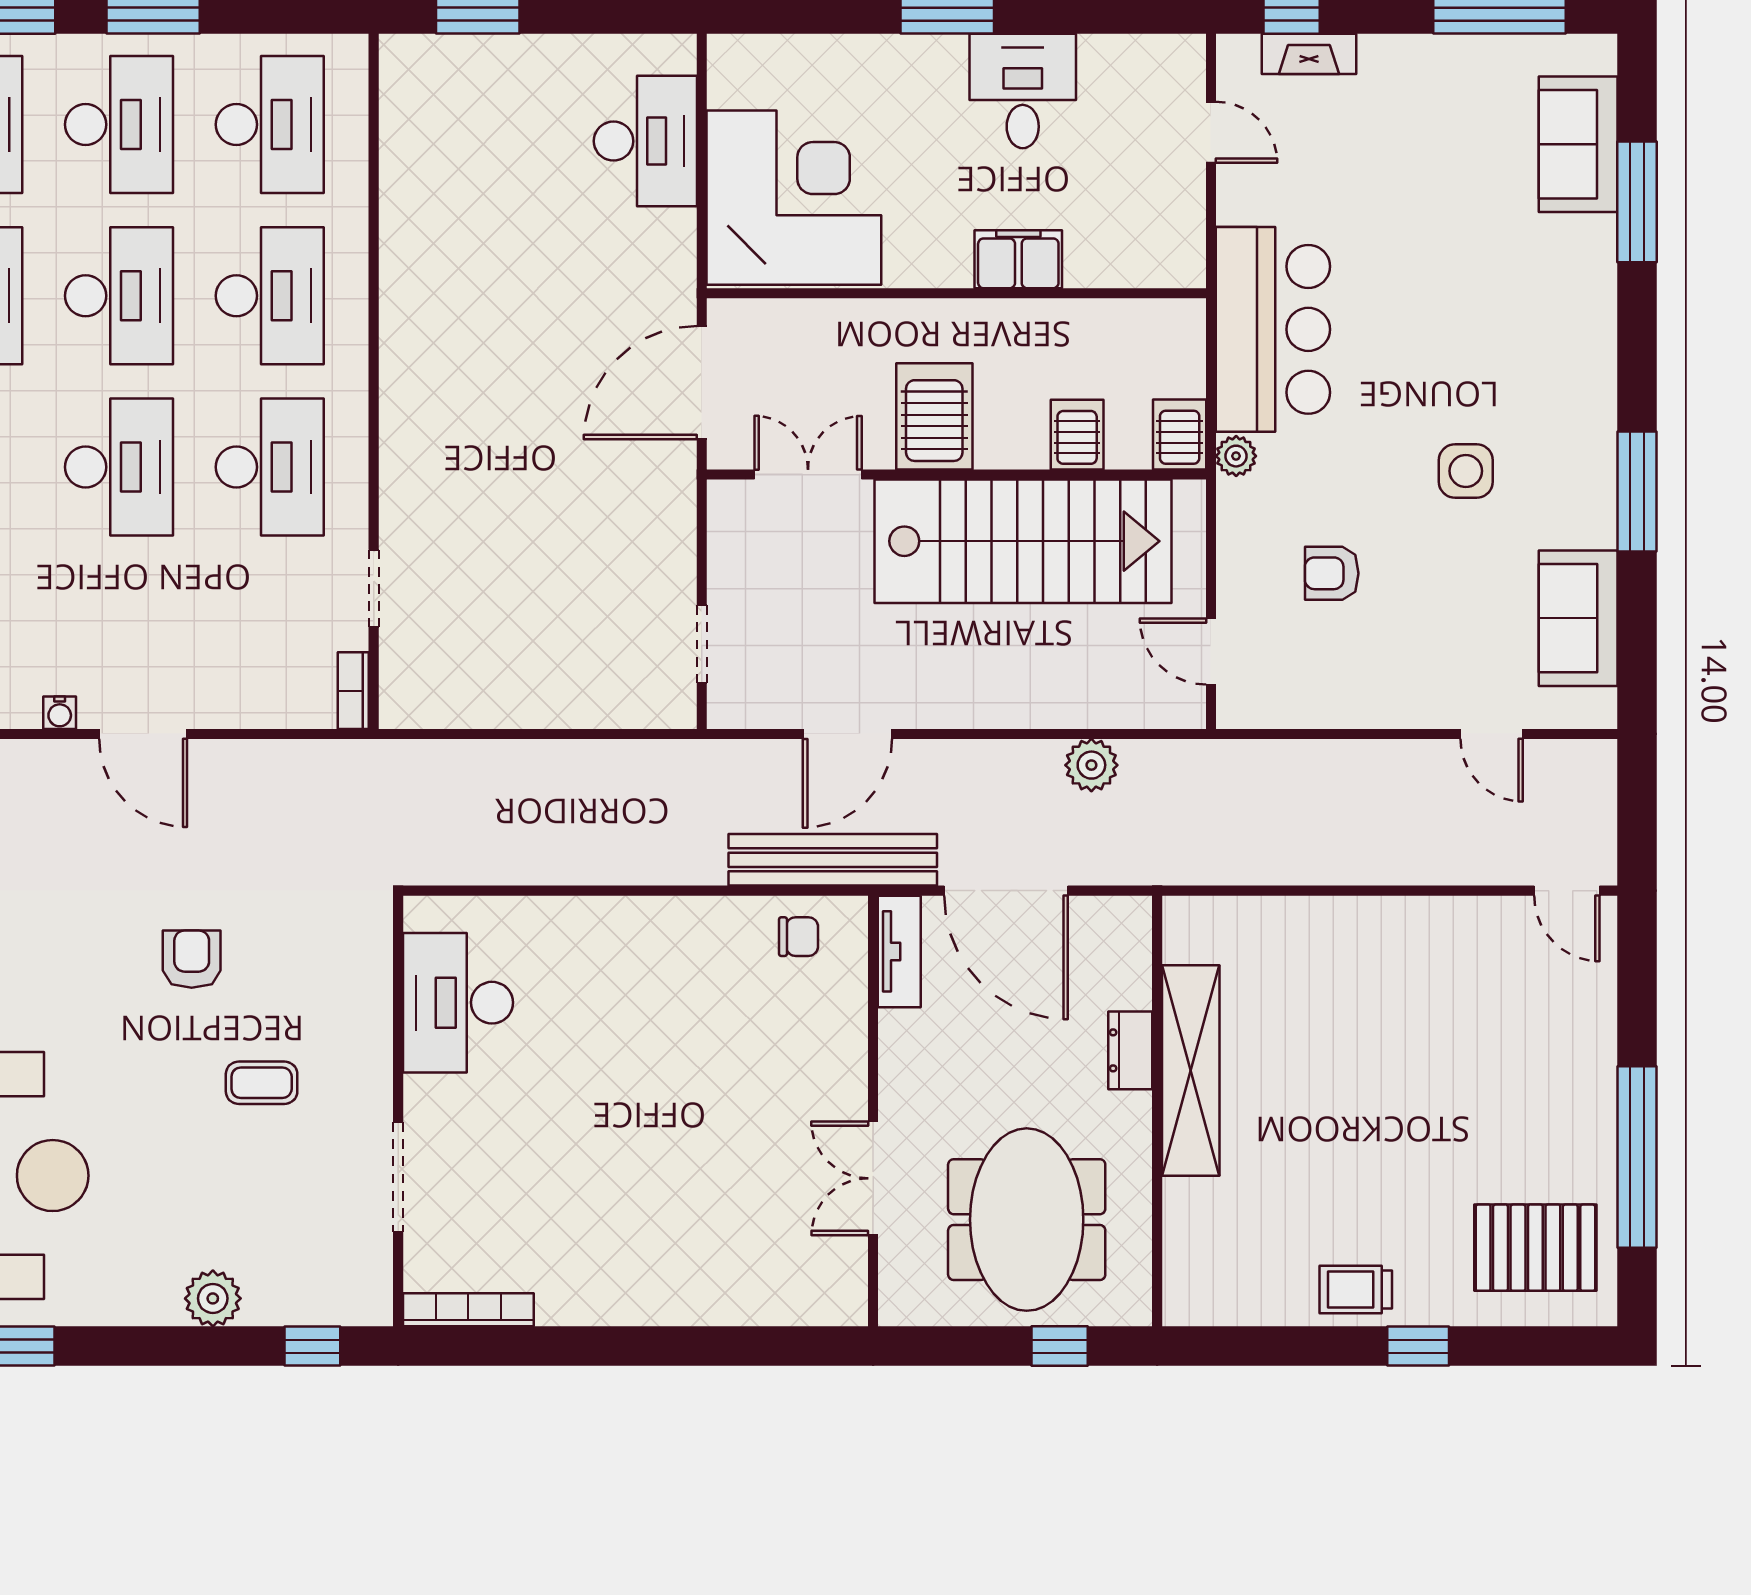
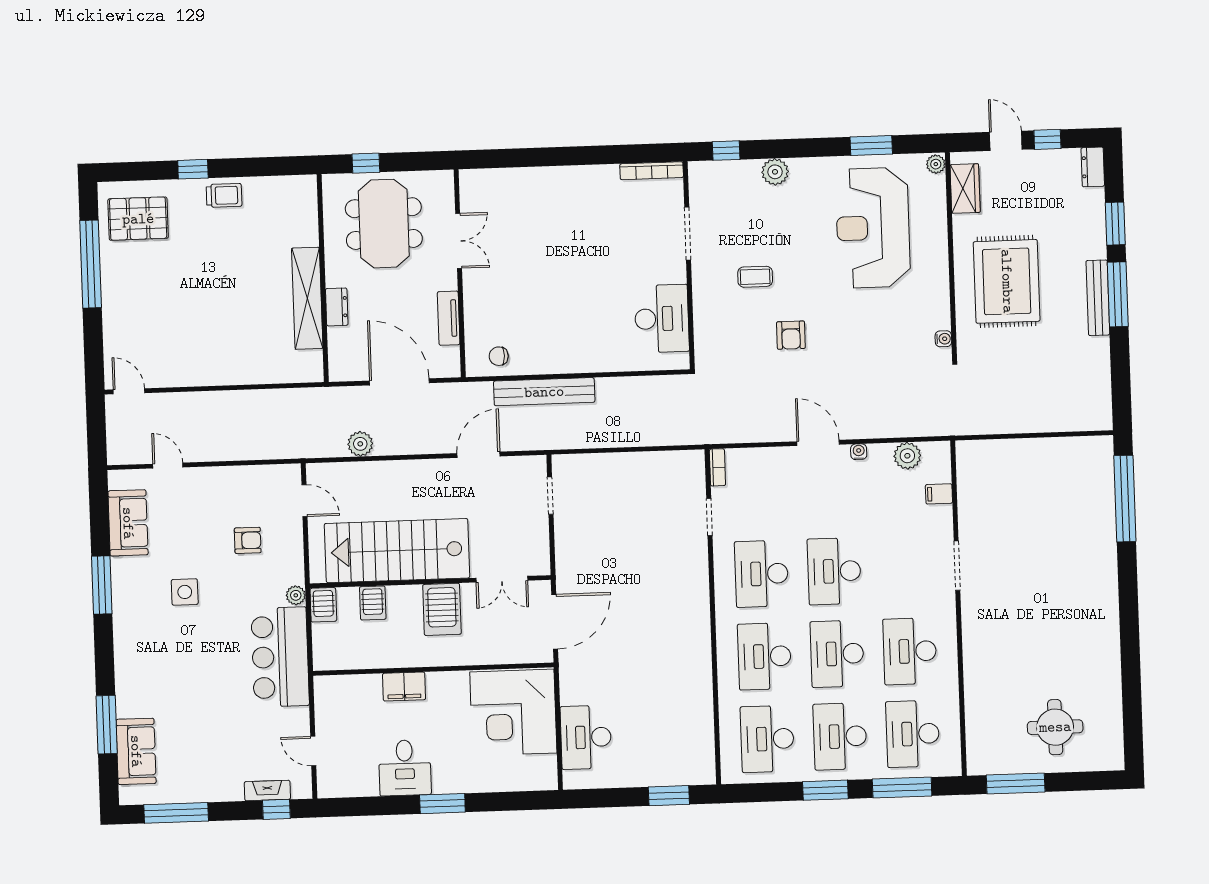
bench: (833, 860) -> (544, 392), moved
tv unit: (899, 951) -> (449, 318), moved

